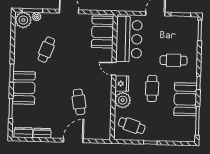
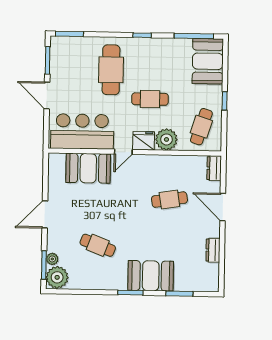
booth: (103, 32) -> (88, 168), moved
cafe table: (174, 60) -> (111, 70), width x1.37, depth x1.35
booth: (185, 99) -> (208, 61), moved, turned 90
dresser: (23, 132) -> (214, 168), moved

